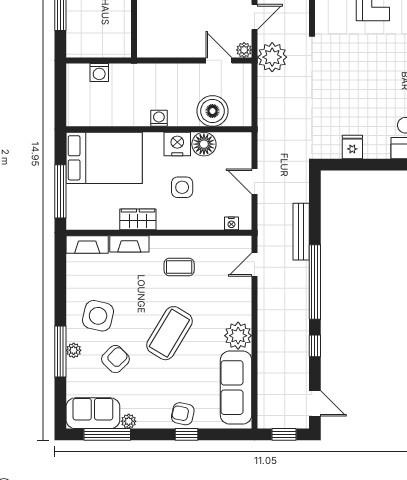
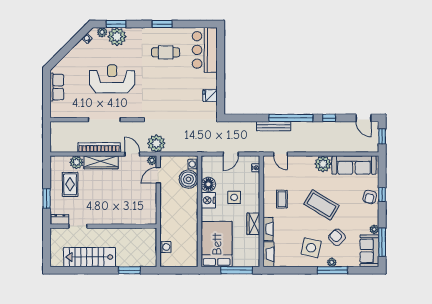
washing machine: (159, 118) -> (193, 164), moved
bench: (301, 232) -> (273, 126), moved
door: (315, 403) -> (364, 118), swing flipped

